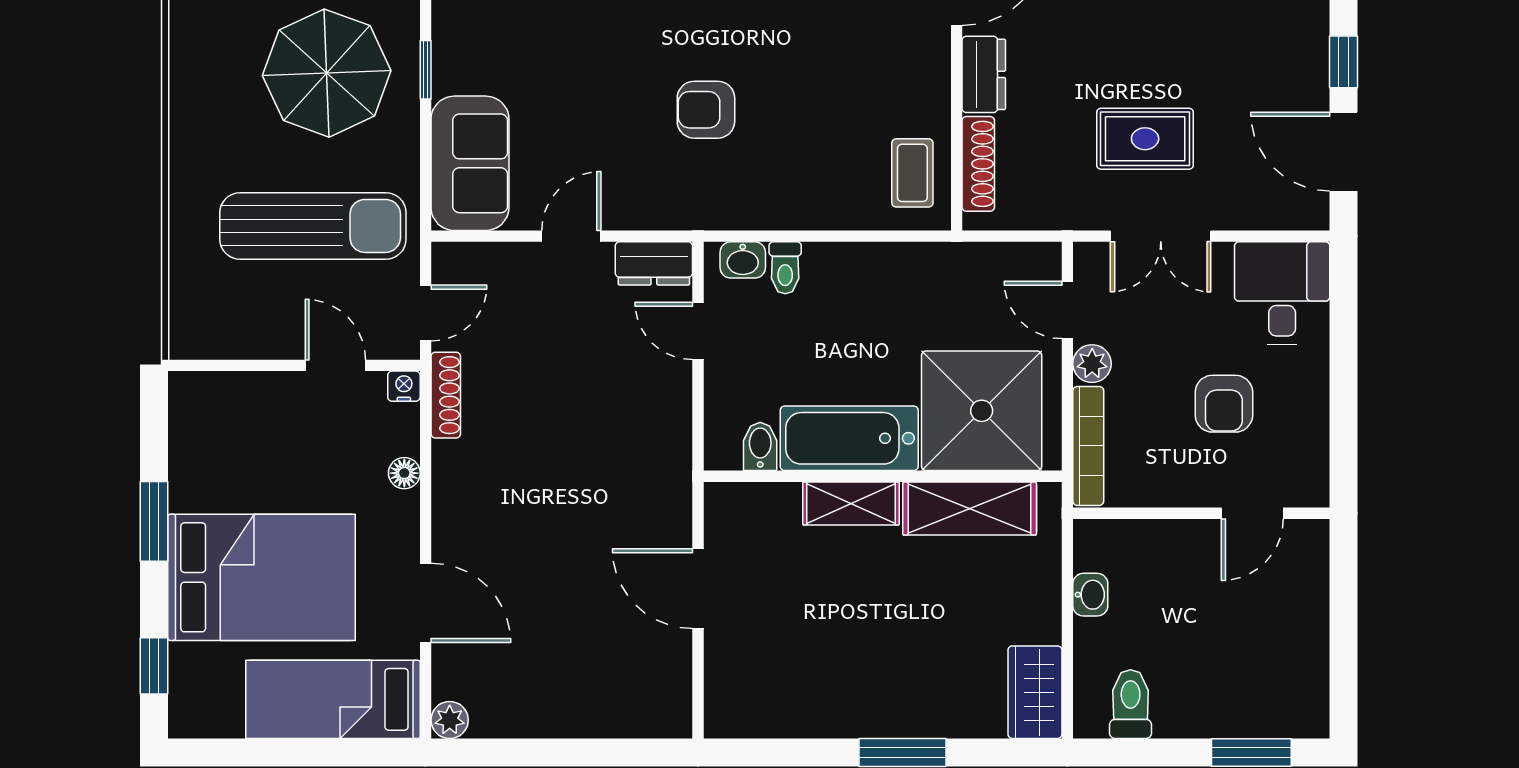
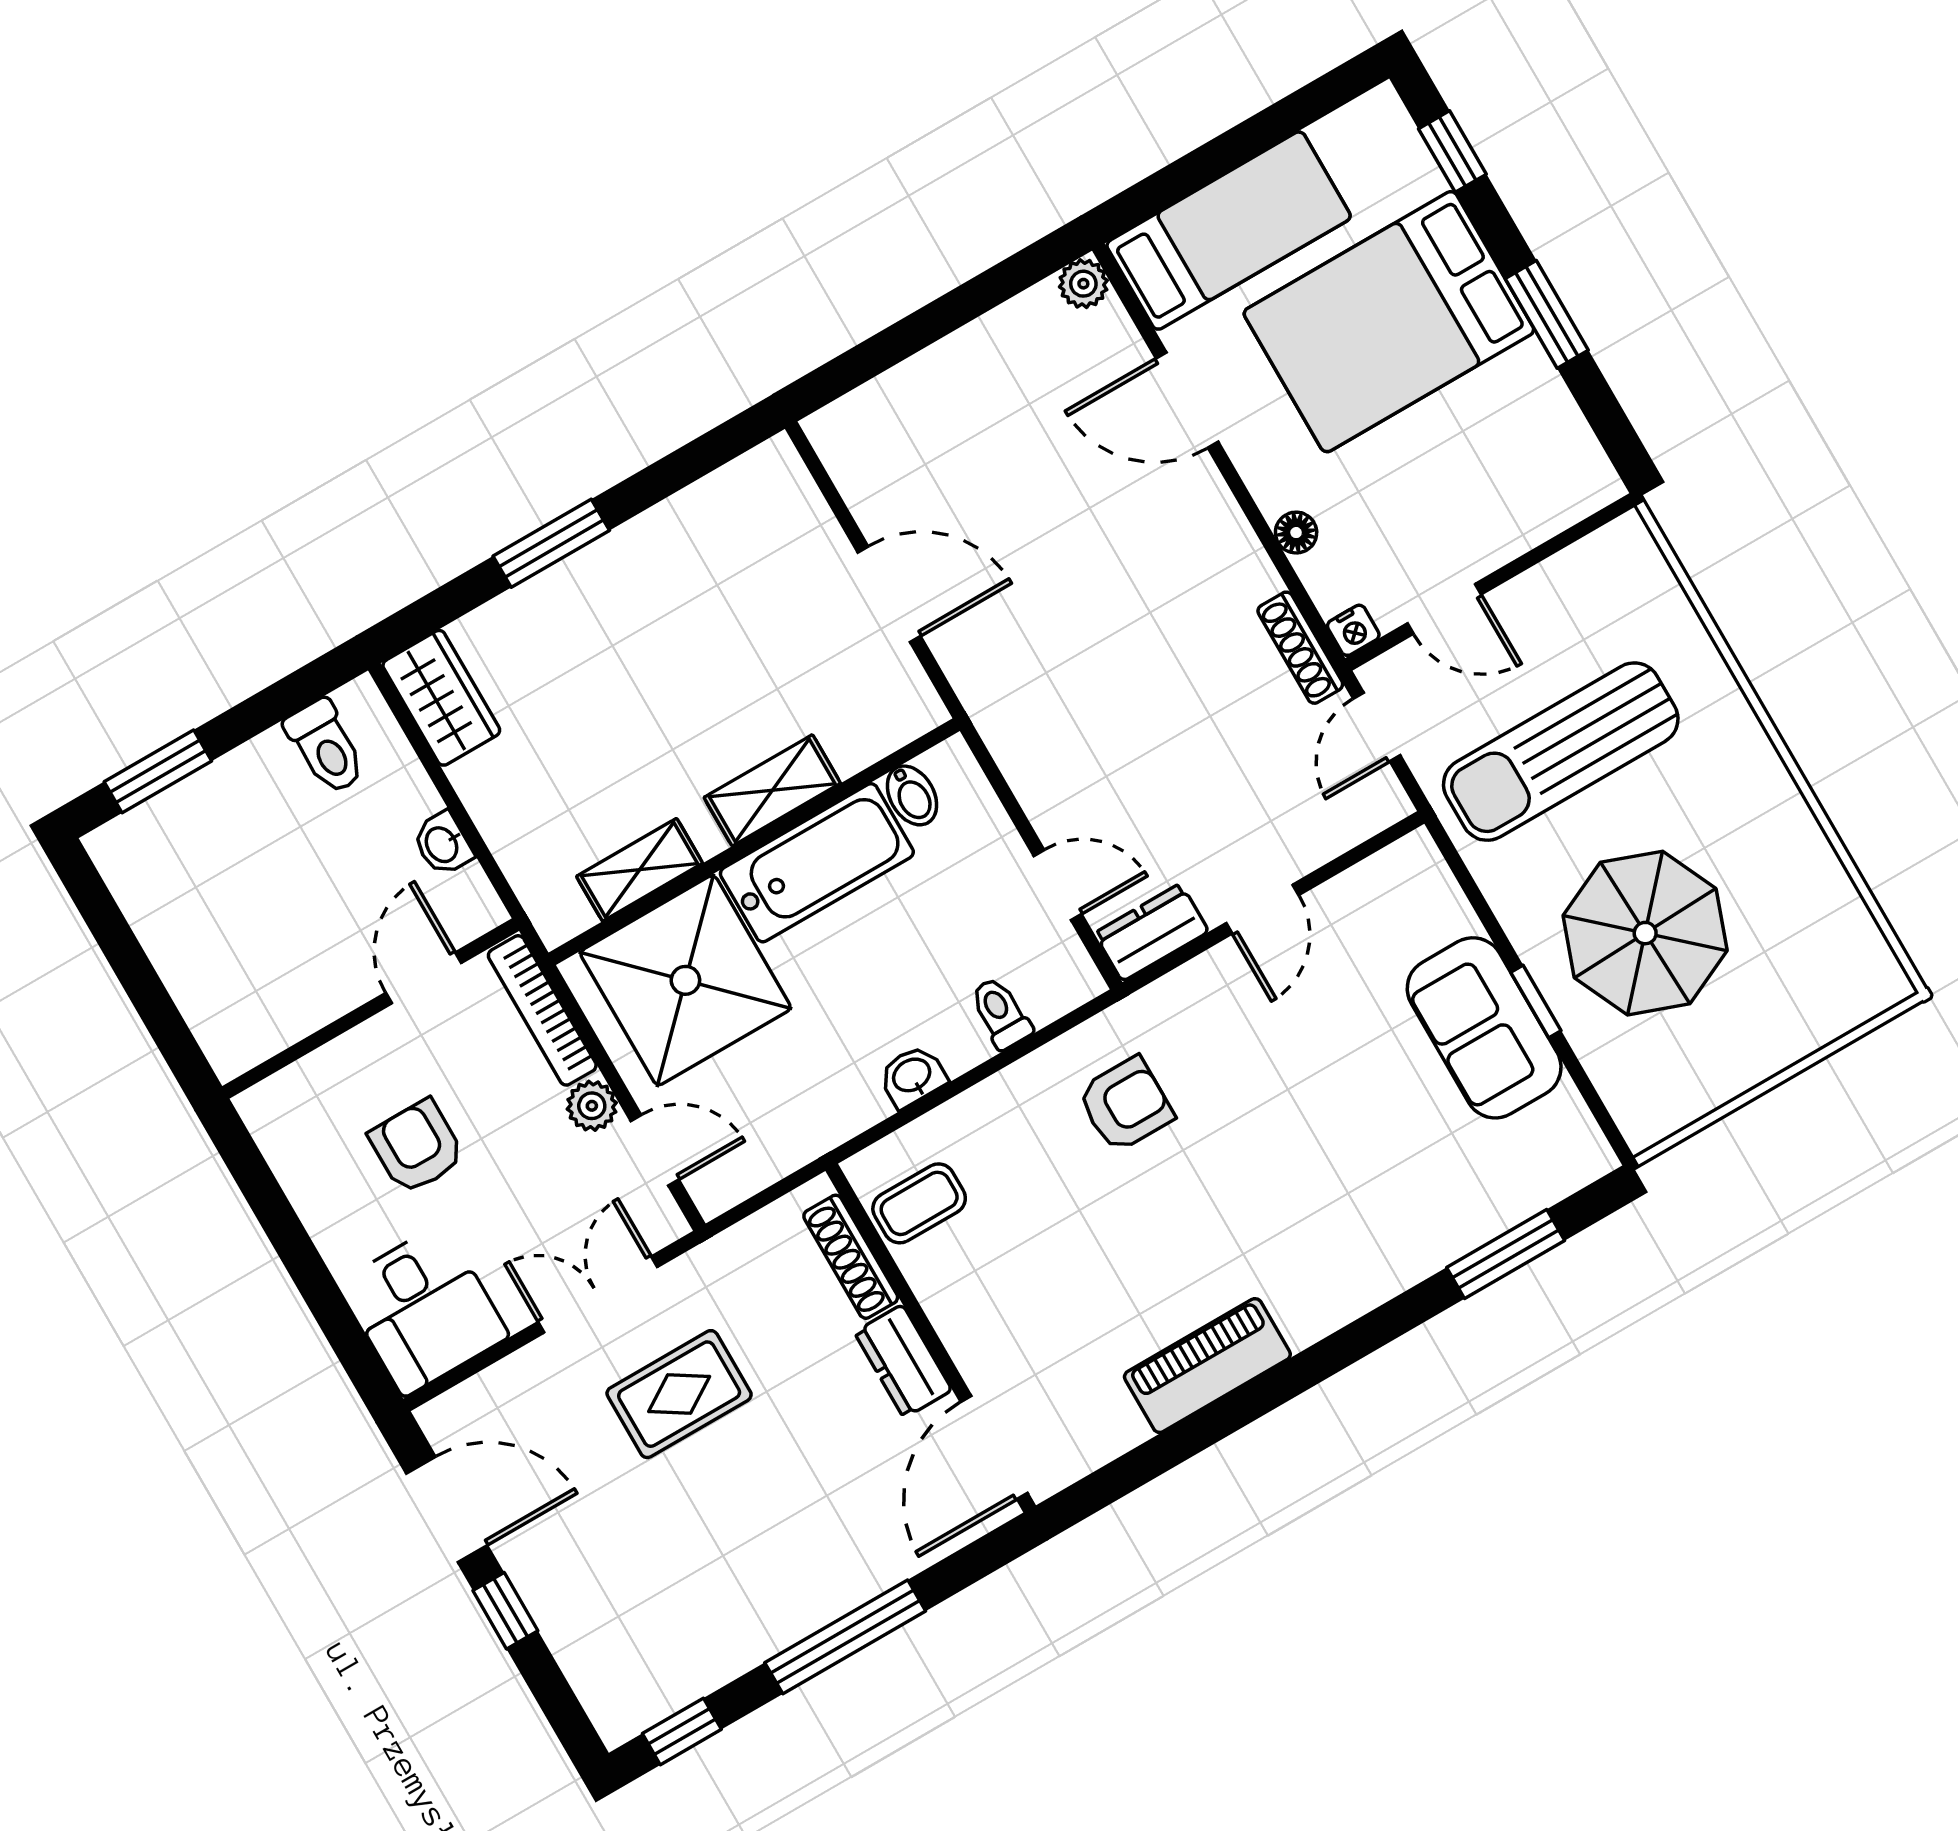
armchair: (706, 110) -> (1126, 1105), moved
sofa: (470, 163) -> (1484, 1028), moved
coffee table: (912, 173) -> (919, 1203), turned 90
washbasin: (743, 260) -> (912, 1076), moved
shelving: (970, 509) -> (640, 870), width x0.67, depth x0.75
door: (1252, 513) -> (424, 978), moved

